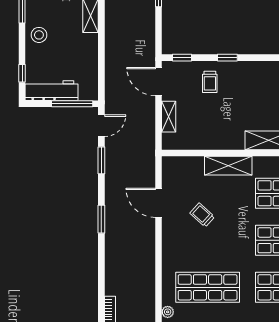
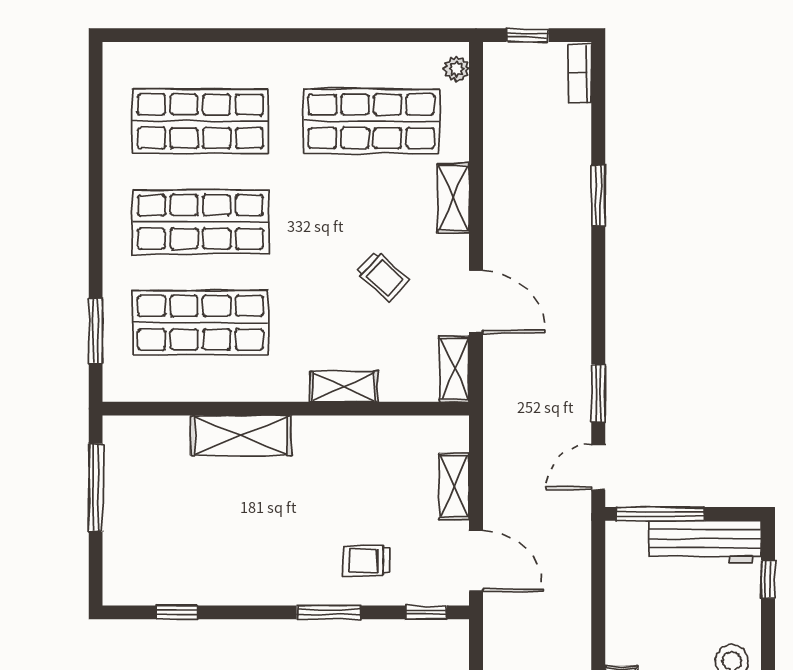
window: (227, 58) -> (329, 612), width x1.50
trolley: (210, 82) -> (366, 561), turned -90
shelving: (228, 166) -> (344, 387), width x0.67, depth x0.75
shelving: (169, 172) -> (454, 369), added
window: (101, 219) -> (598, 195), moved
shelving: (169, 251) -> (453, 198), added

